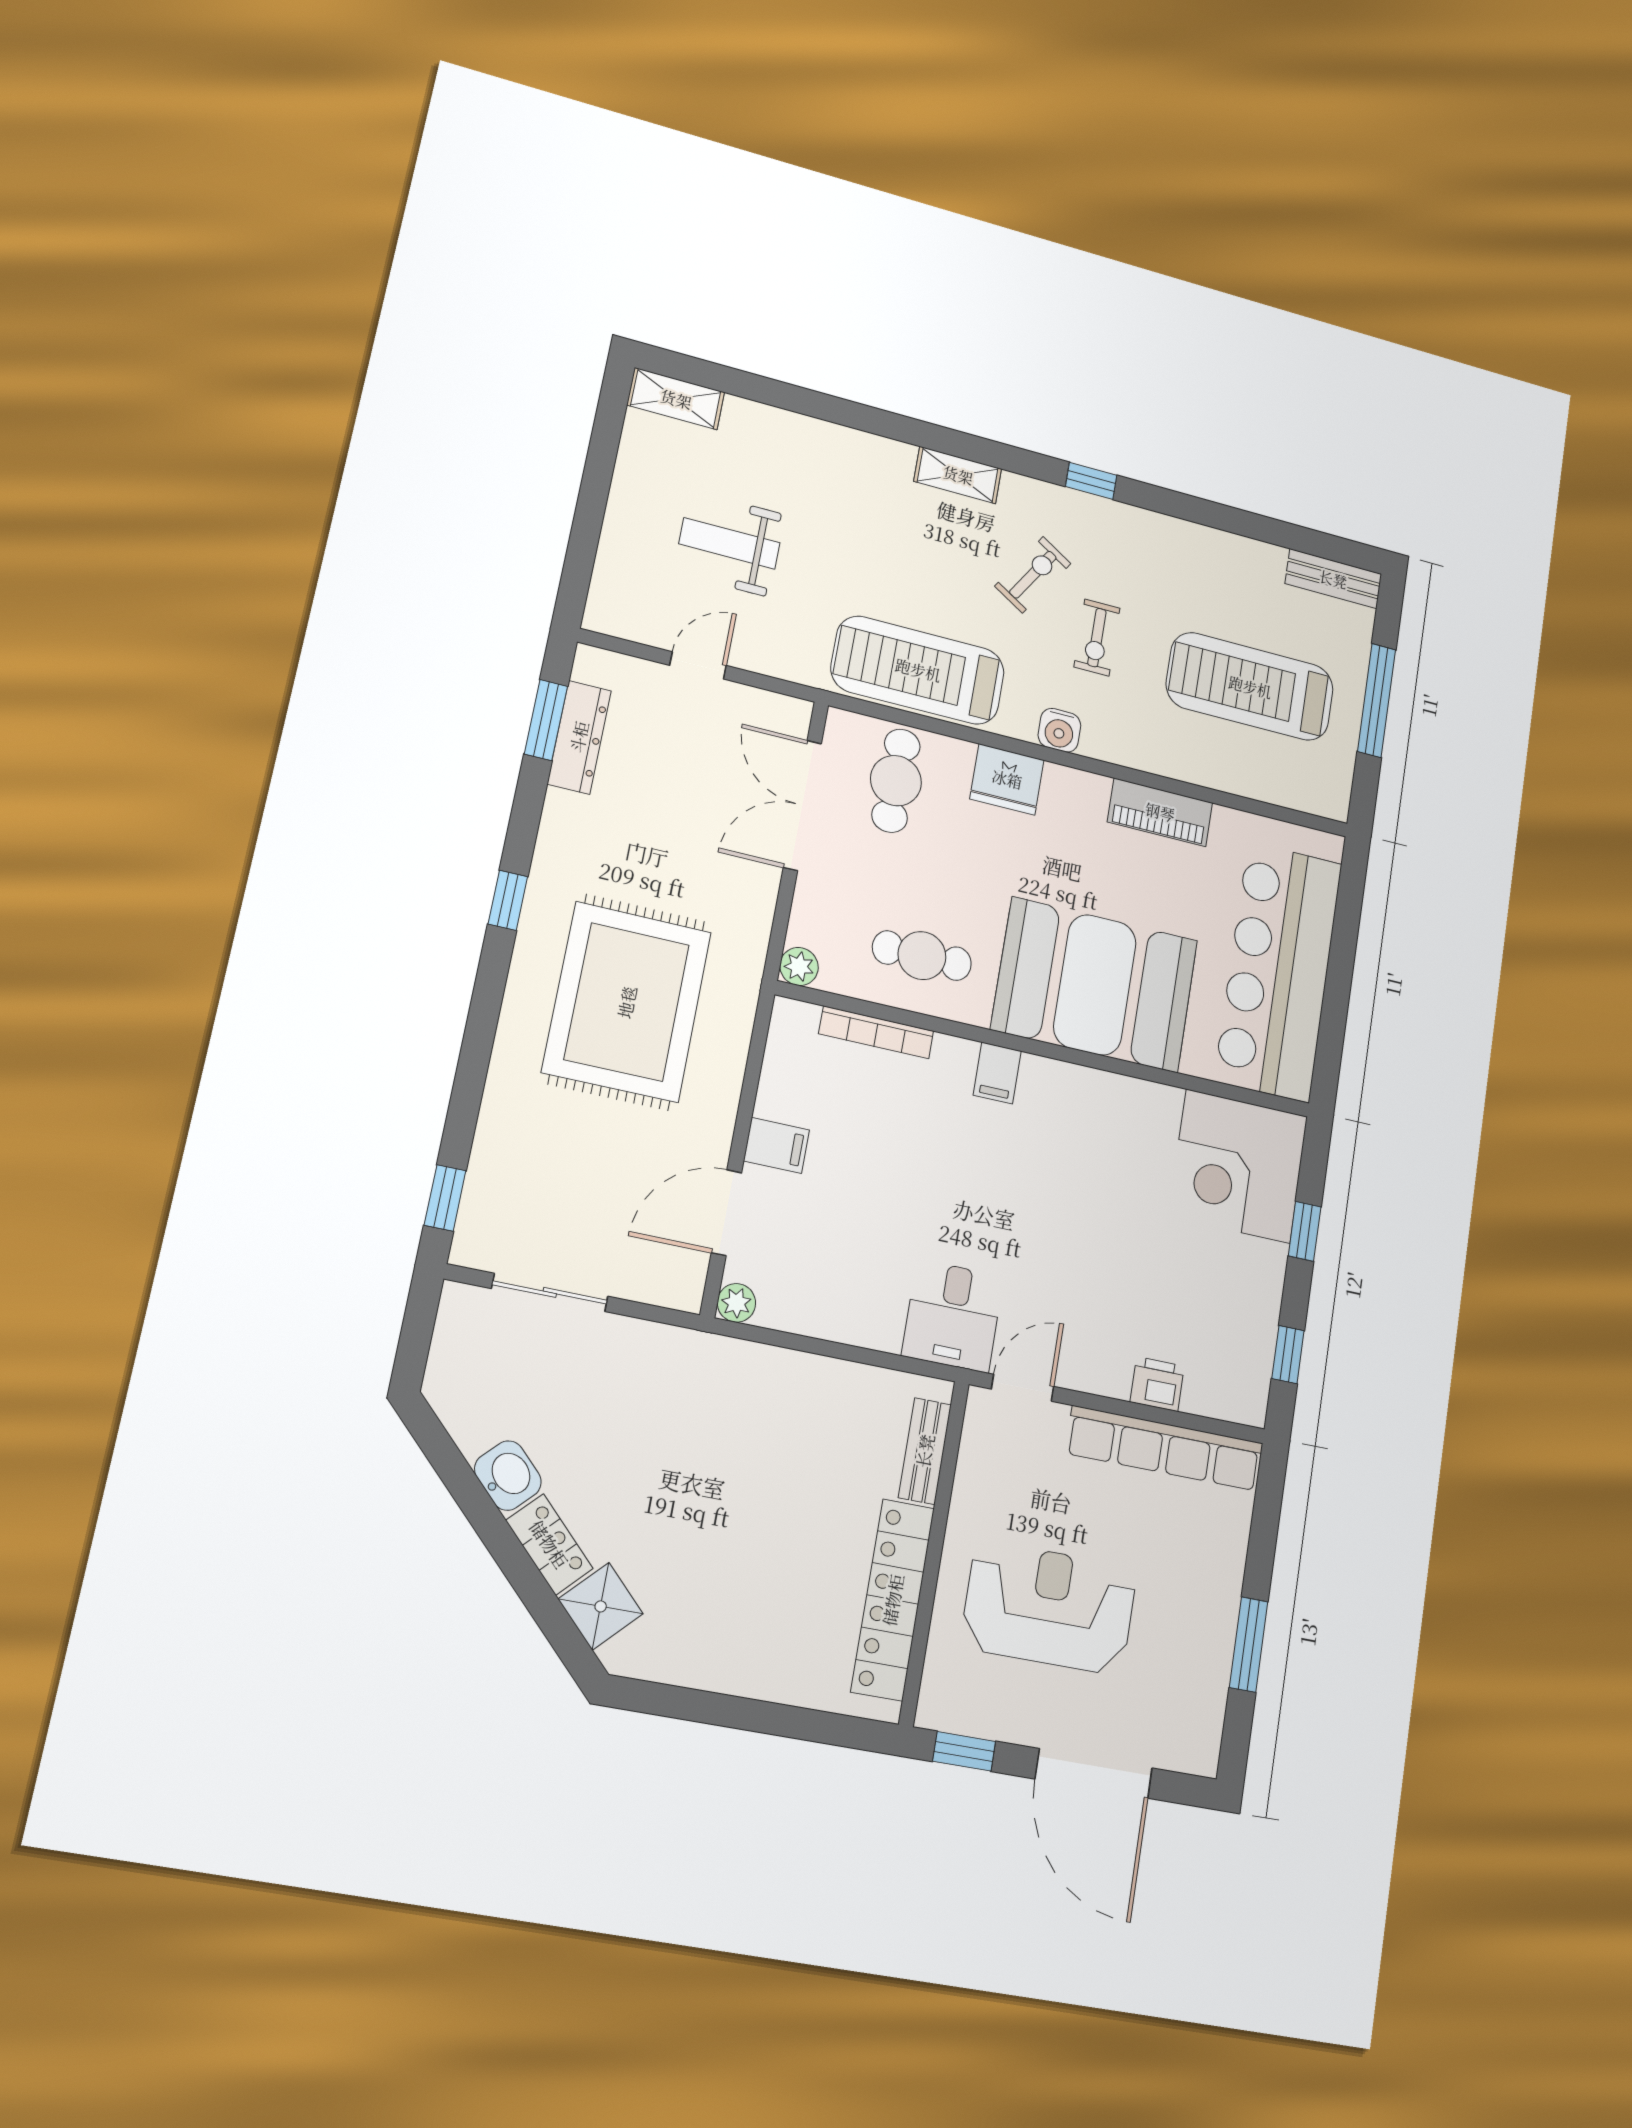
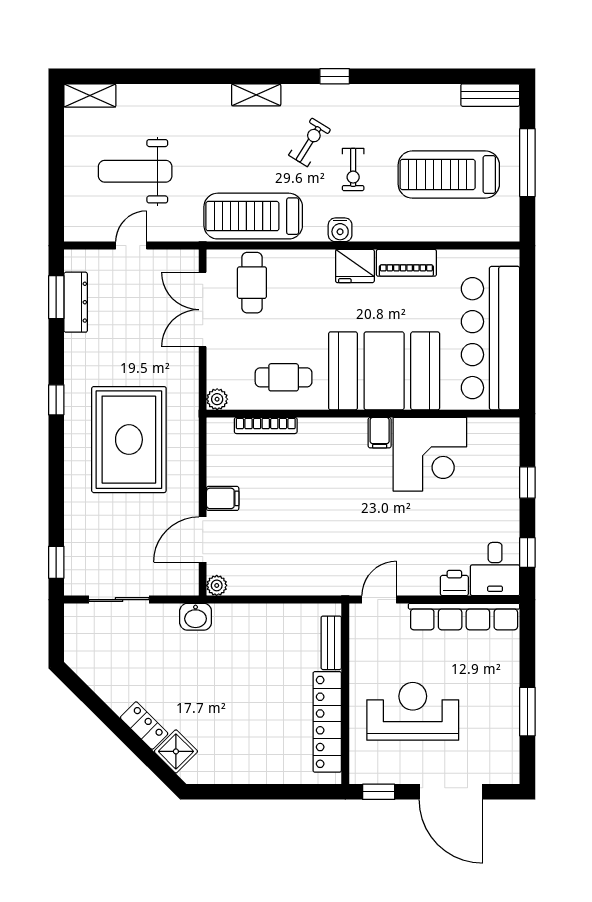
weight bench: (729, 543) -> (135, 171), width x1.36, depth x1.33
fridge: (1007, 779) -> (355, 266), moved
filing cabinet: (997, 1073) -> (380, 433), moved
corner desk: (1238, 1166) -> (430, 454), moved, turned -90
desk: (953, 1316) -> (495, 569), moved
washbasin: (508, 1476) -> (196, 617), moved, turned 135

